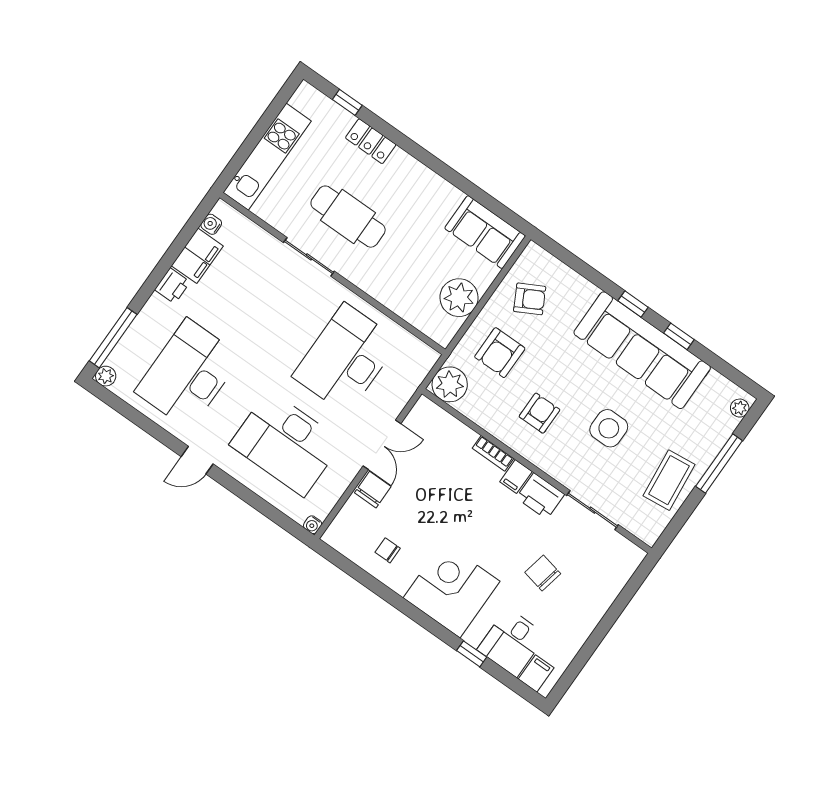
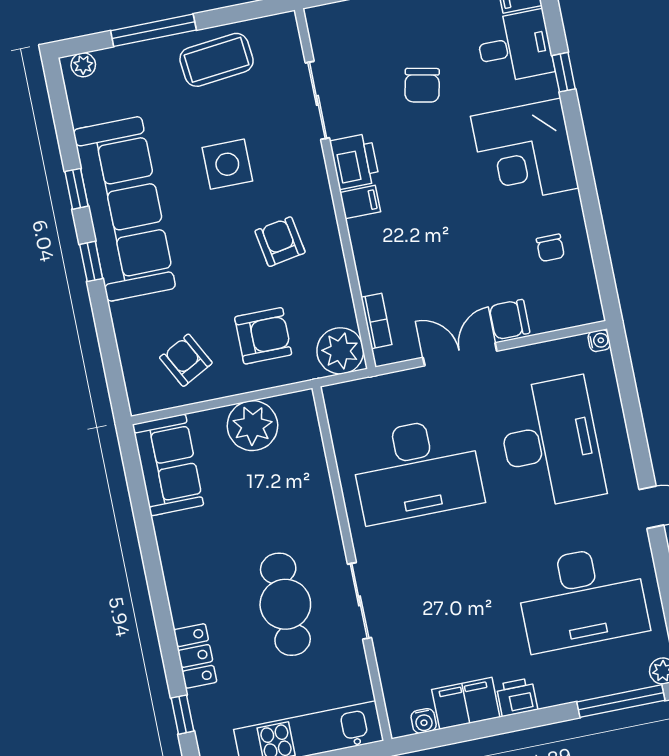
armchair: (539, 413) -> (280, 242), turned 80
bookcase: (493, 453) -> (376, 321), moved

